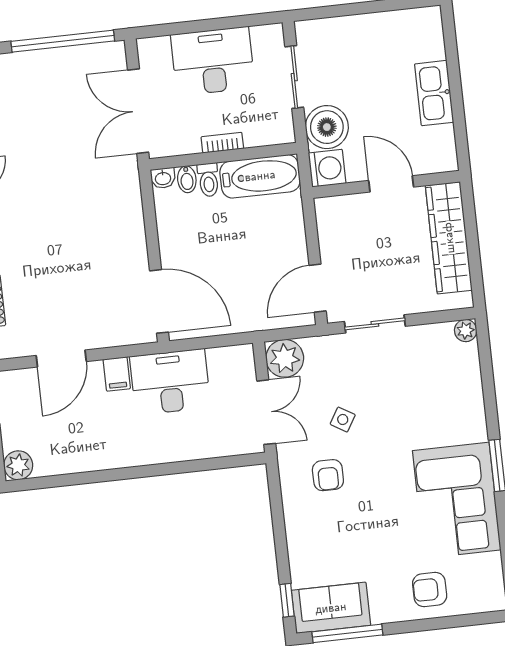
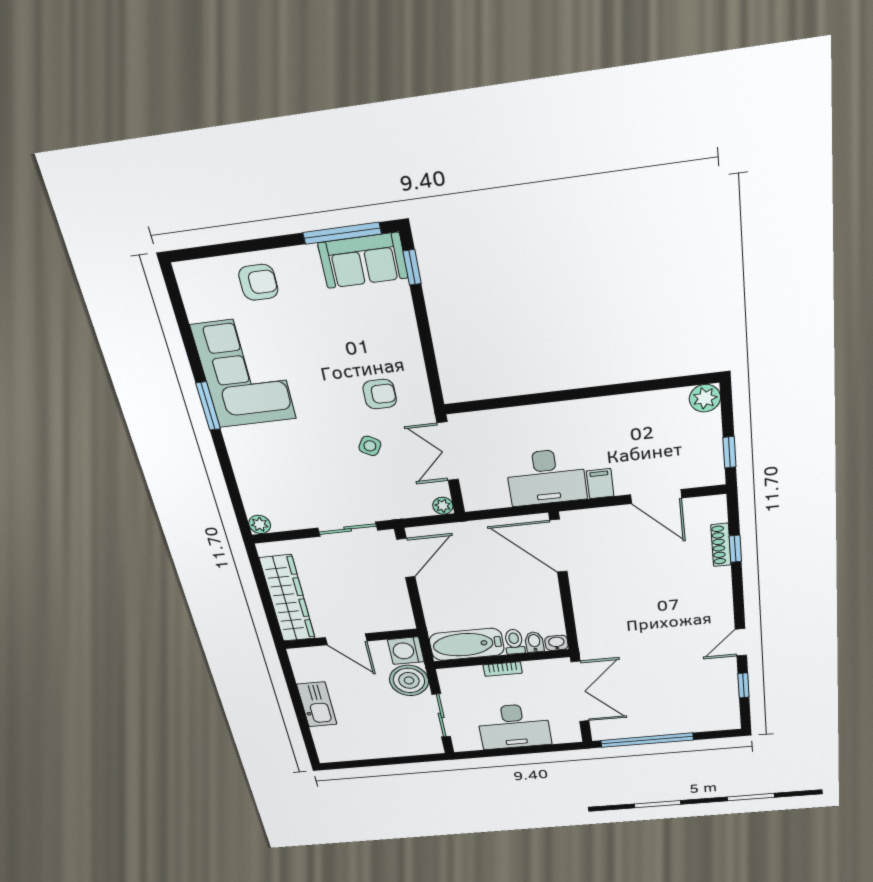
plant: (285, 358) -> (443, 506), width x0.53, depth x0.53
door: (61, 359) -> (656, 496), swing flipped
armchair: (328, 475) -> (380, 394), turned 90

